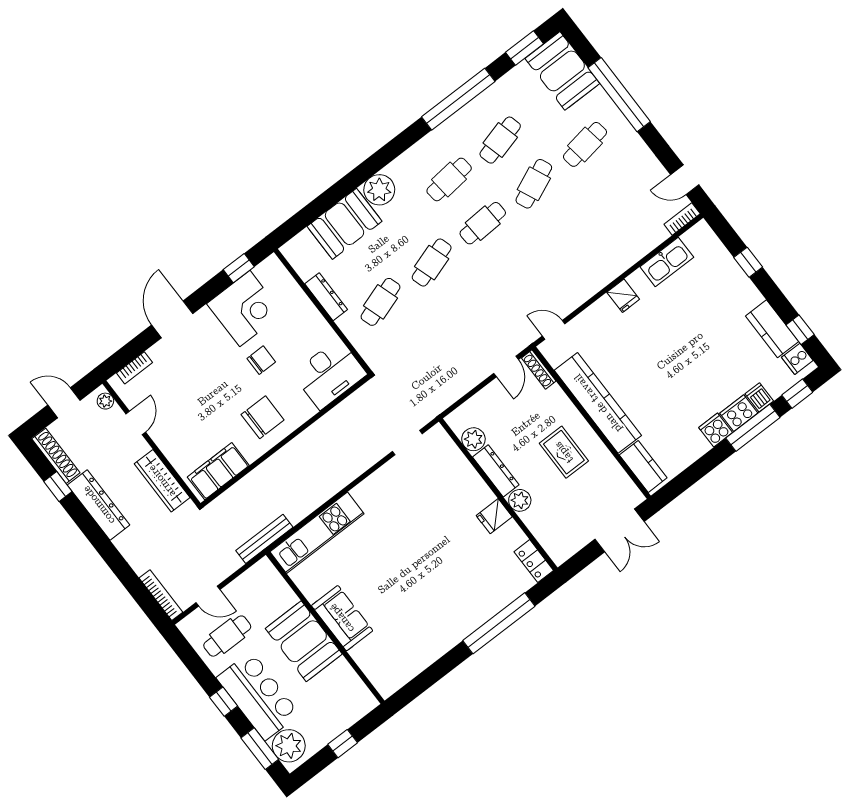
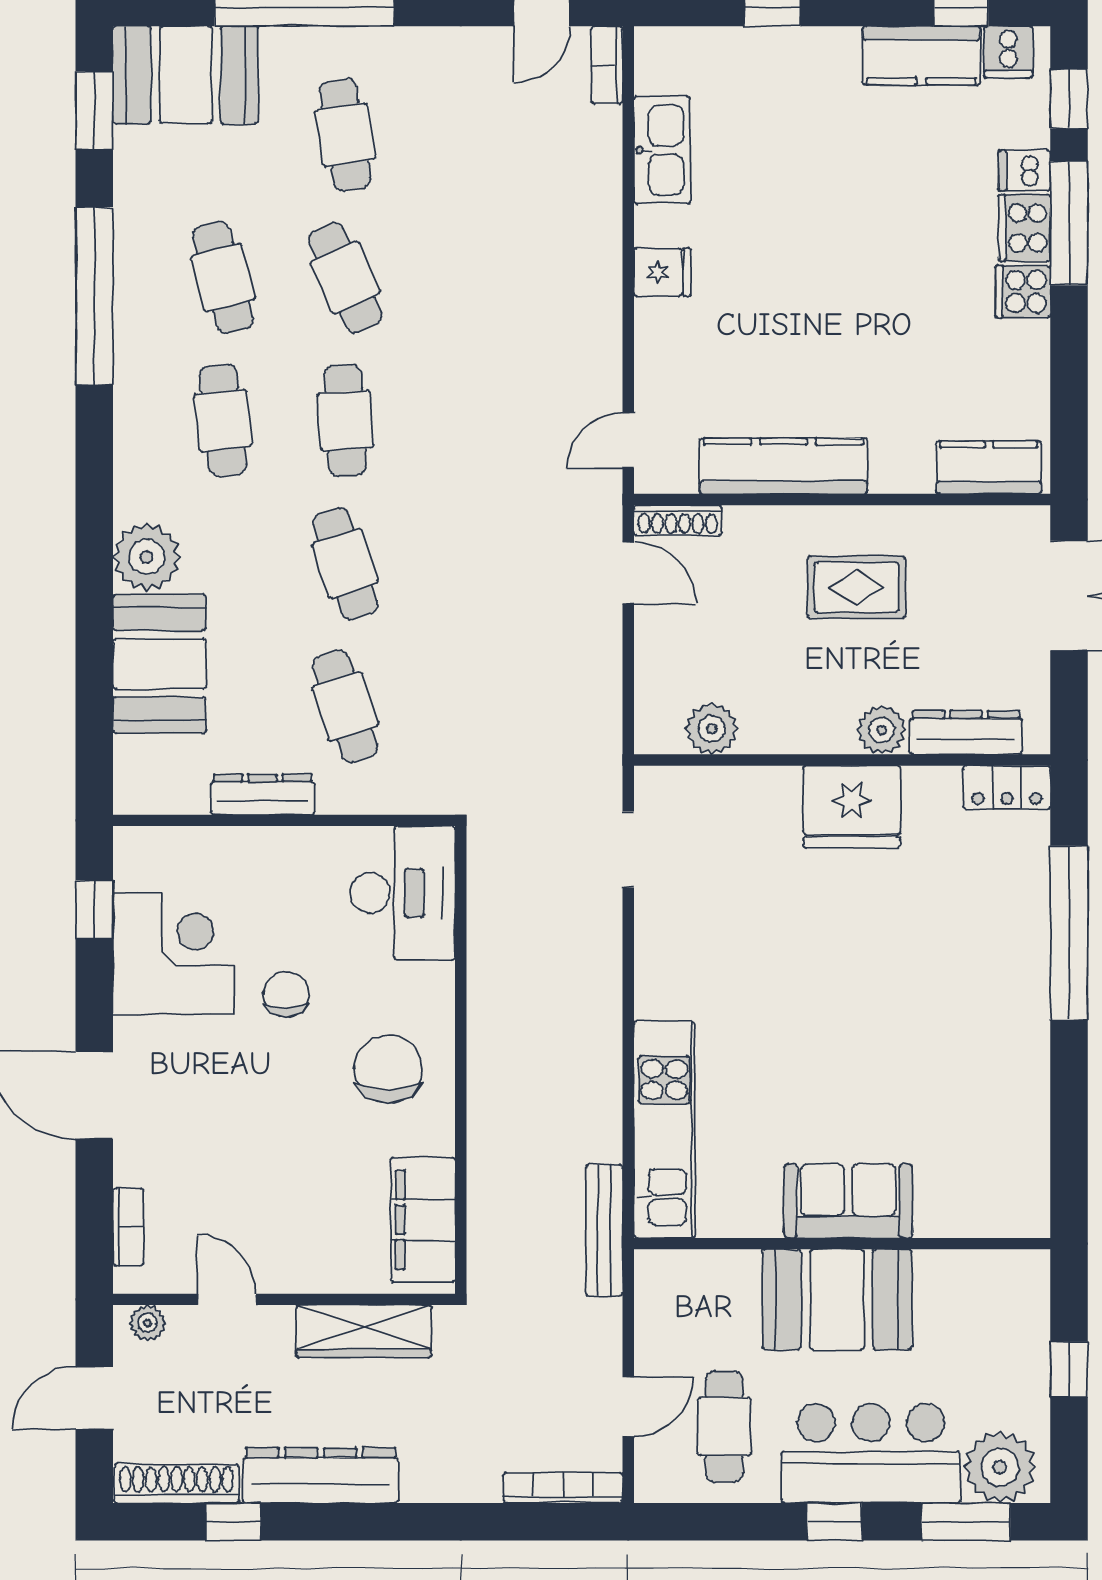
kitchen counter: (598, 403) -> (783, 466), width x0.72, depth x0.86
dresser: (496, 471) -> (966, 732), moved
fridge: (494, 516) -> (852, 807), width x1.88, depth x1.34

